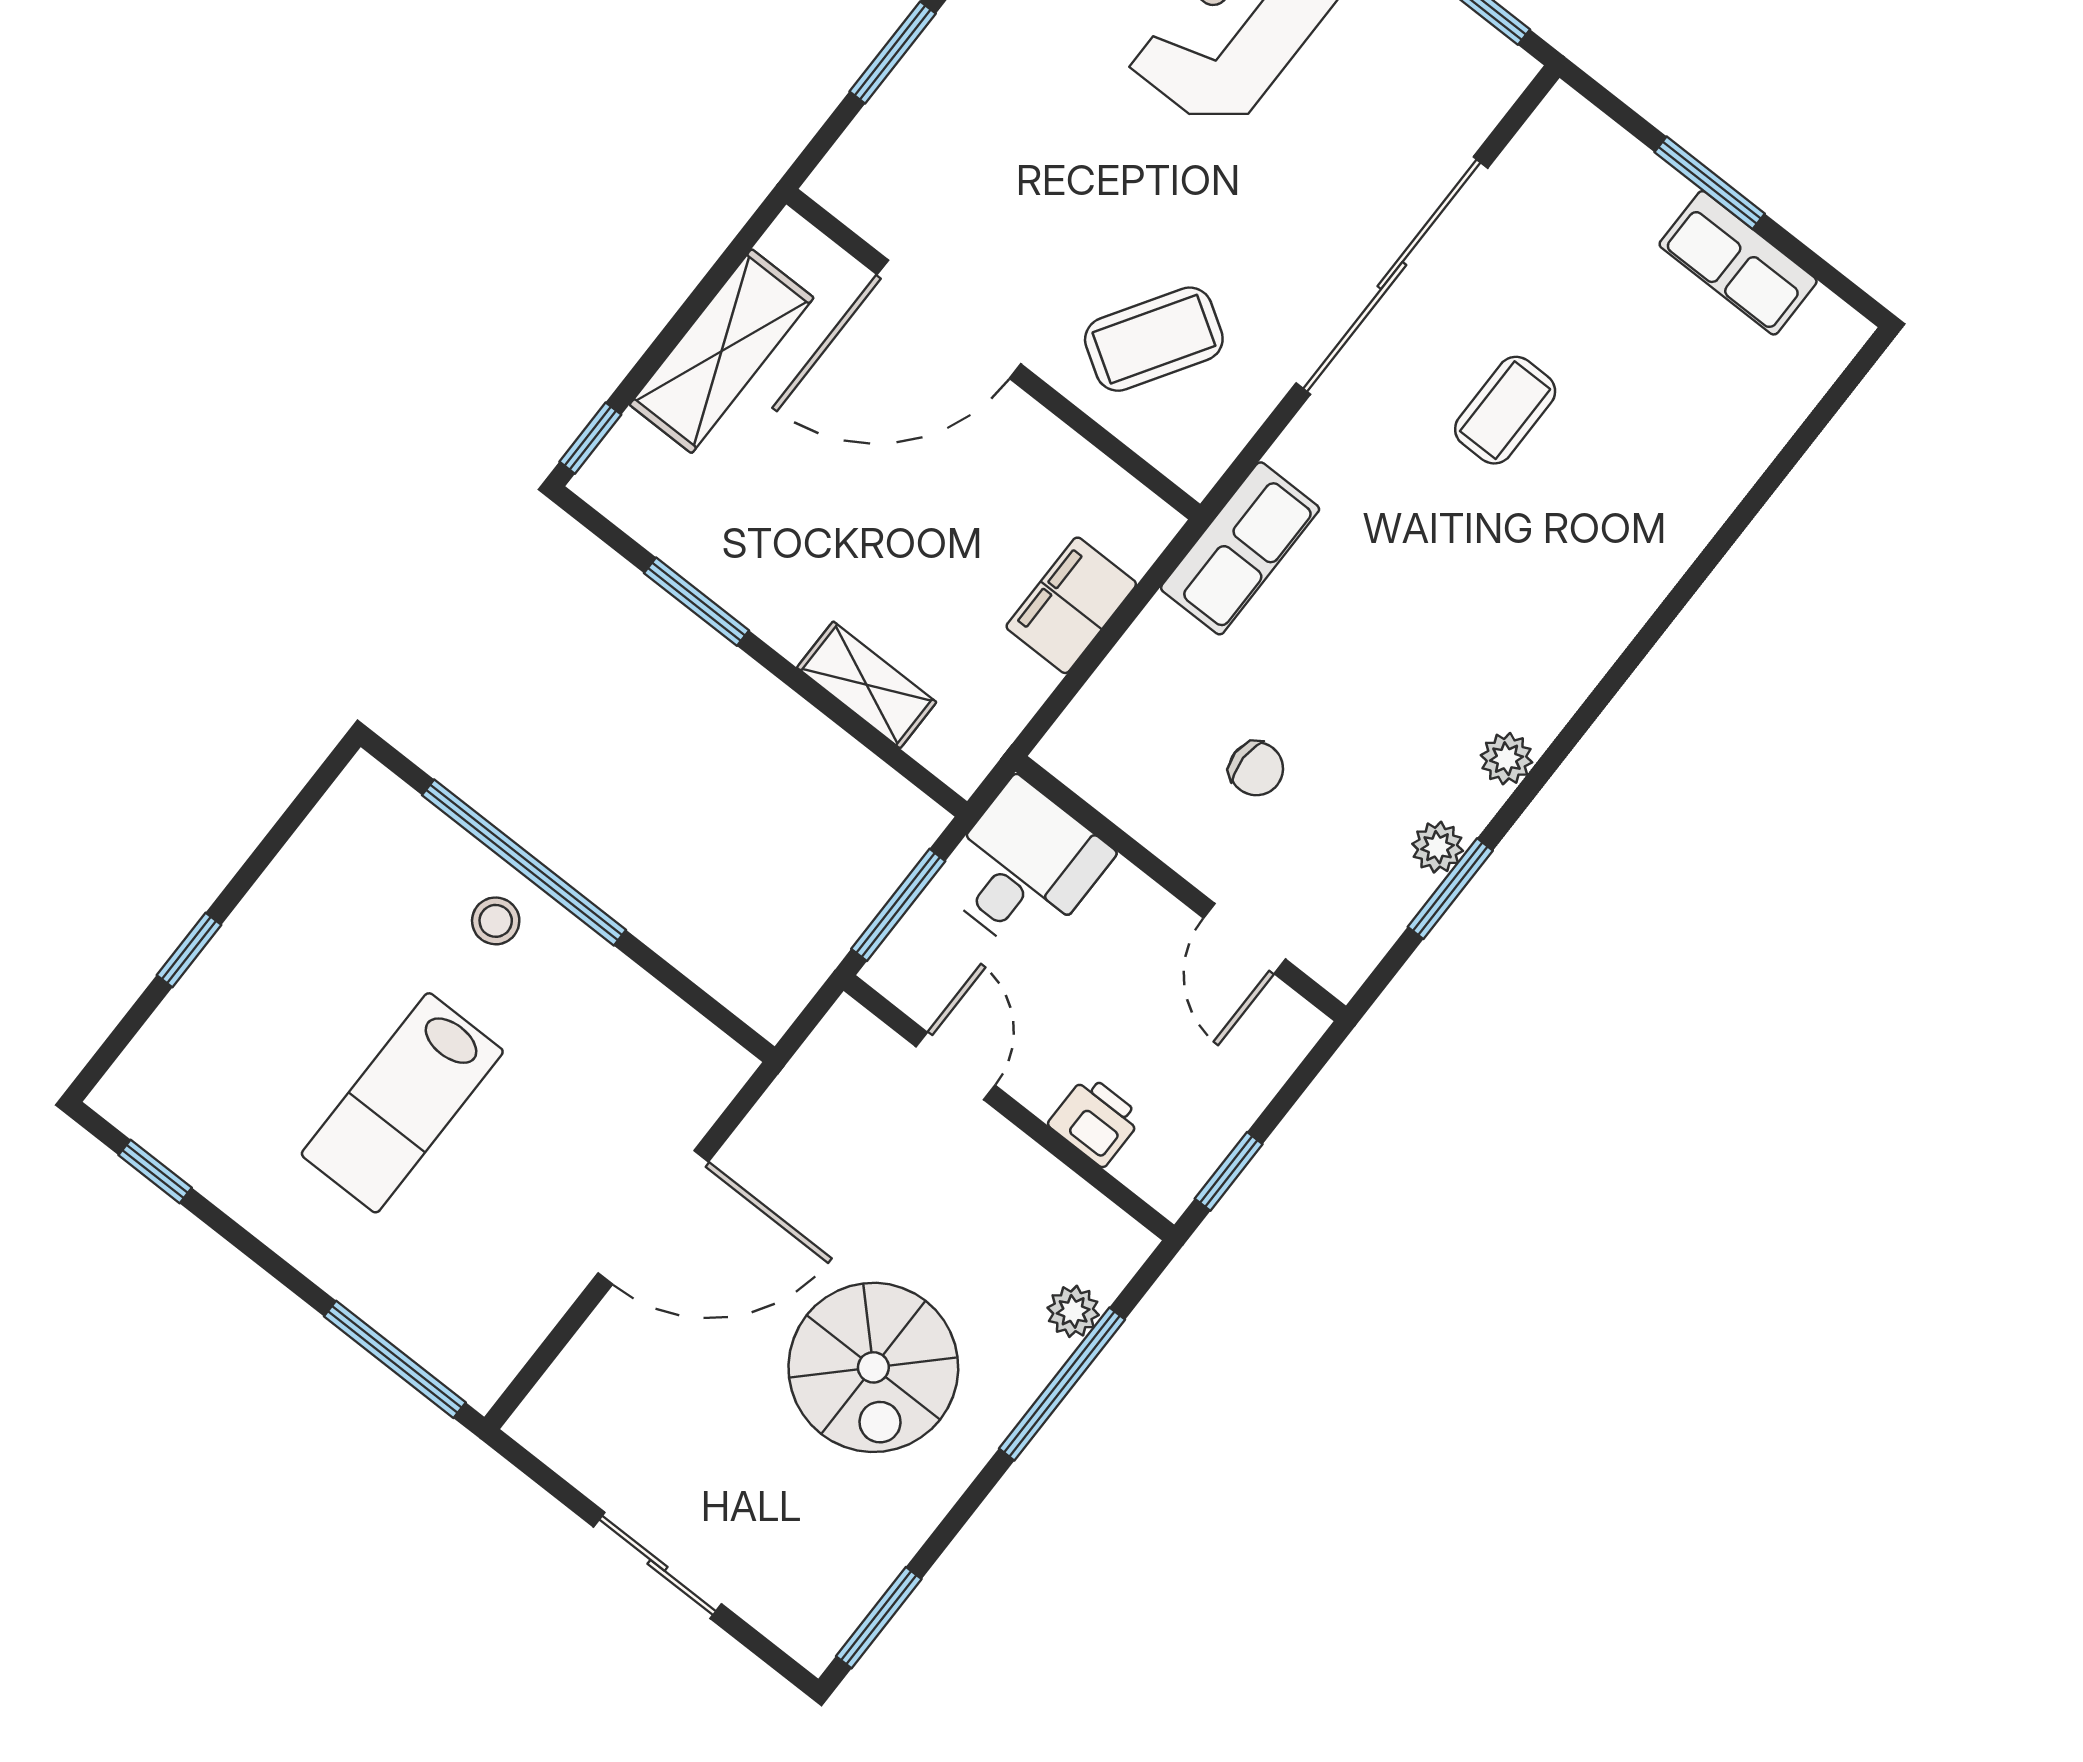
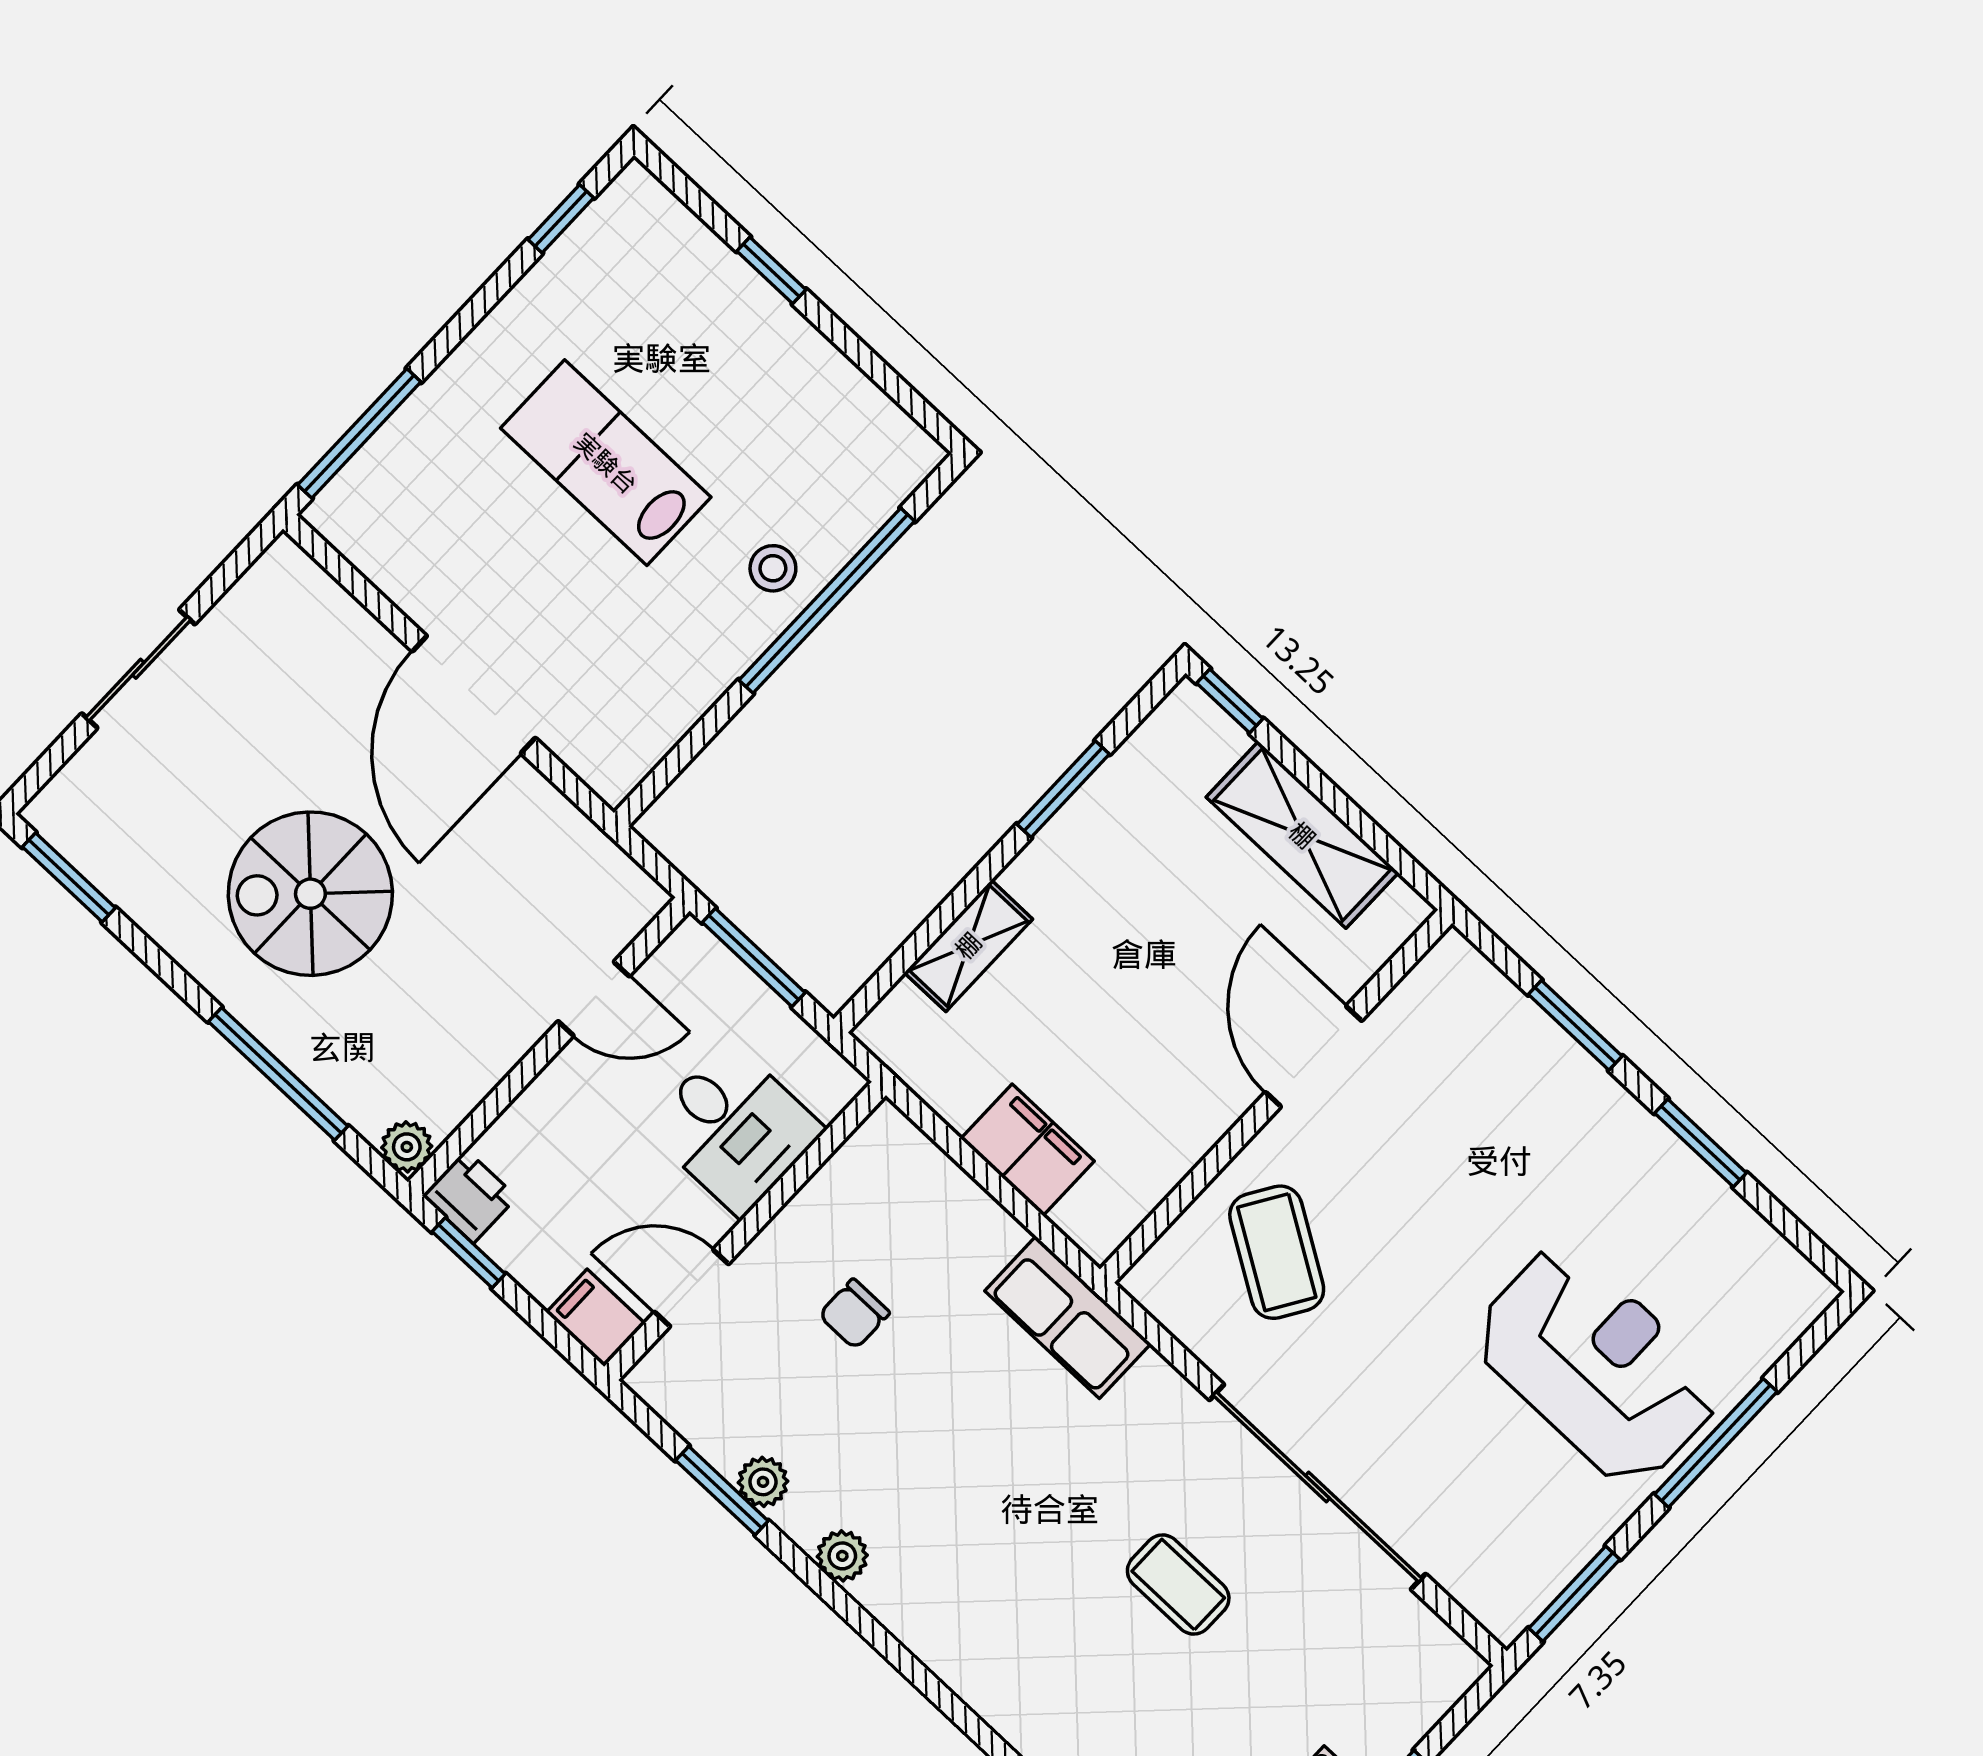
door: (949, 319) -> (1314, 1056), width x0.73
desk: (1023, 868) -> (735, 1128), moved
filing cabinet: (1284, 1035) -> (596, 1318), added
printer: (1095, 1121) -> (470, 1196), moved, turned -90
plant: (1073, 1311) -> (407, 1147), moved

